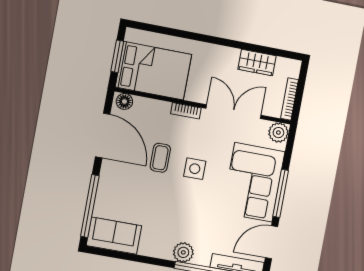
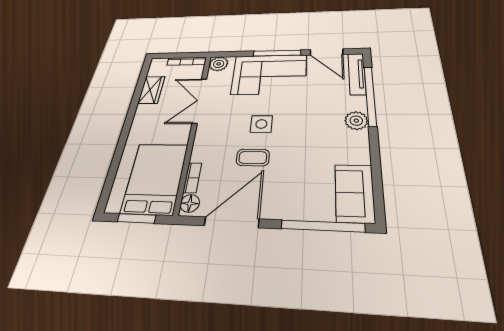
bookcase: (186, 111) -> (192, 178), moved

